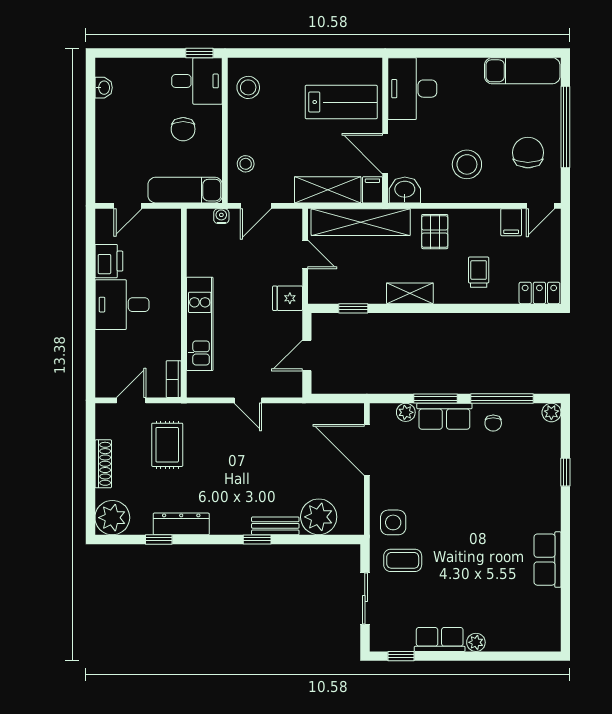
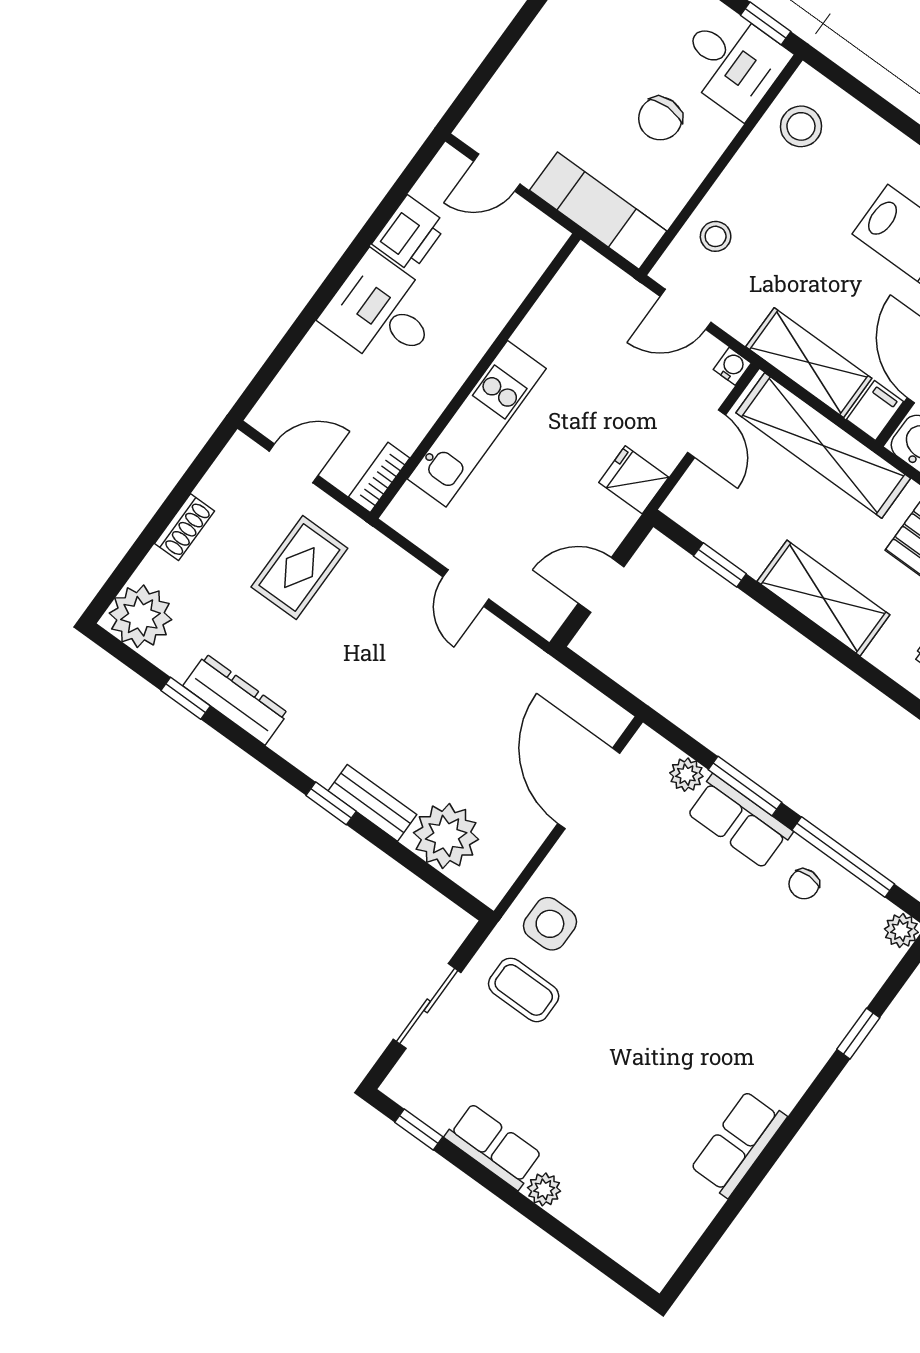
water cooler: (221, 216) -> (732, 366), moved
shelving: (410, 293) -> (823, 598), width x1.50, depth x1.33
shoe rack: (103, 464) -> (185, 527), width x0.70

